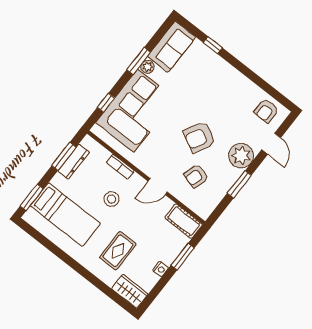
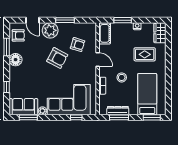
window: (139, 61) -> (28, 117), moved
floor lamp: (238, 83) -> (16, 60), added
window: (263, 85) -> (7, 47), added
door: (271, 144) -> (33, 20), swing flipped

